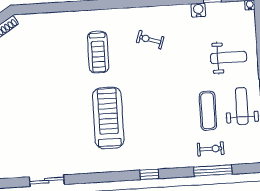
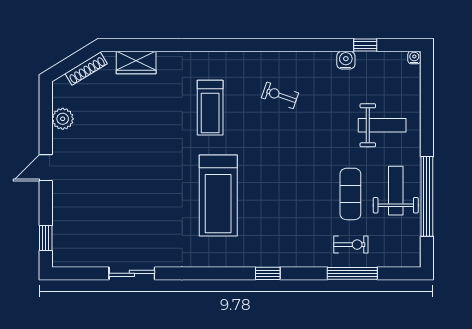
wardrobe: (40, 21) -> (136, 62), added
treadmill: (108, 118) -> (218, 195), turned 180

